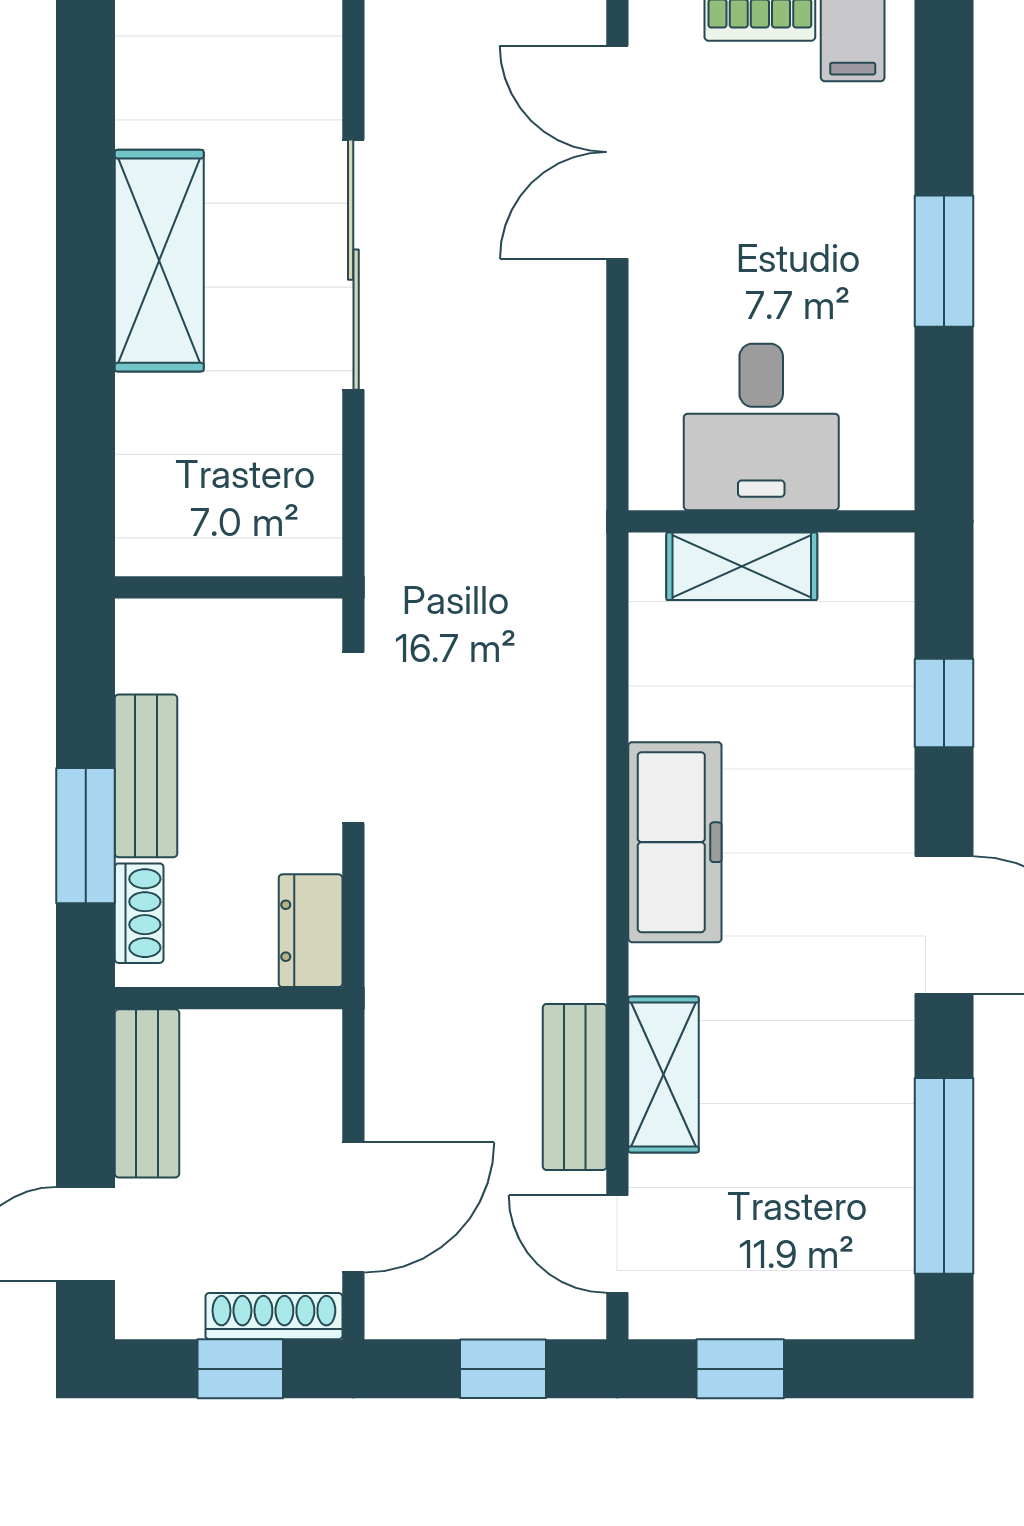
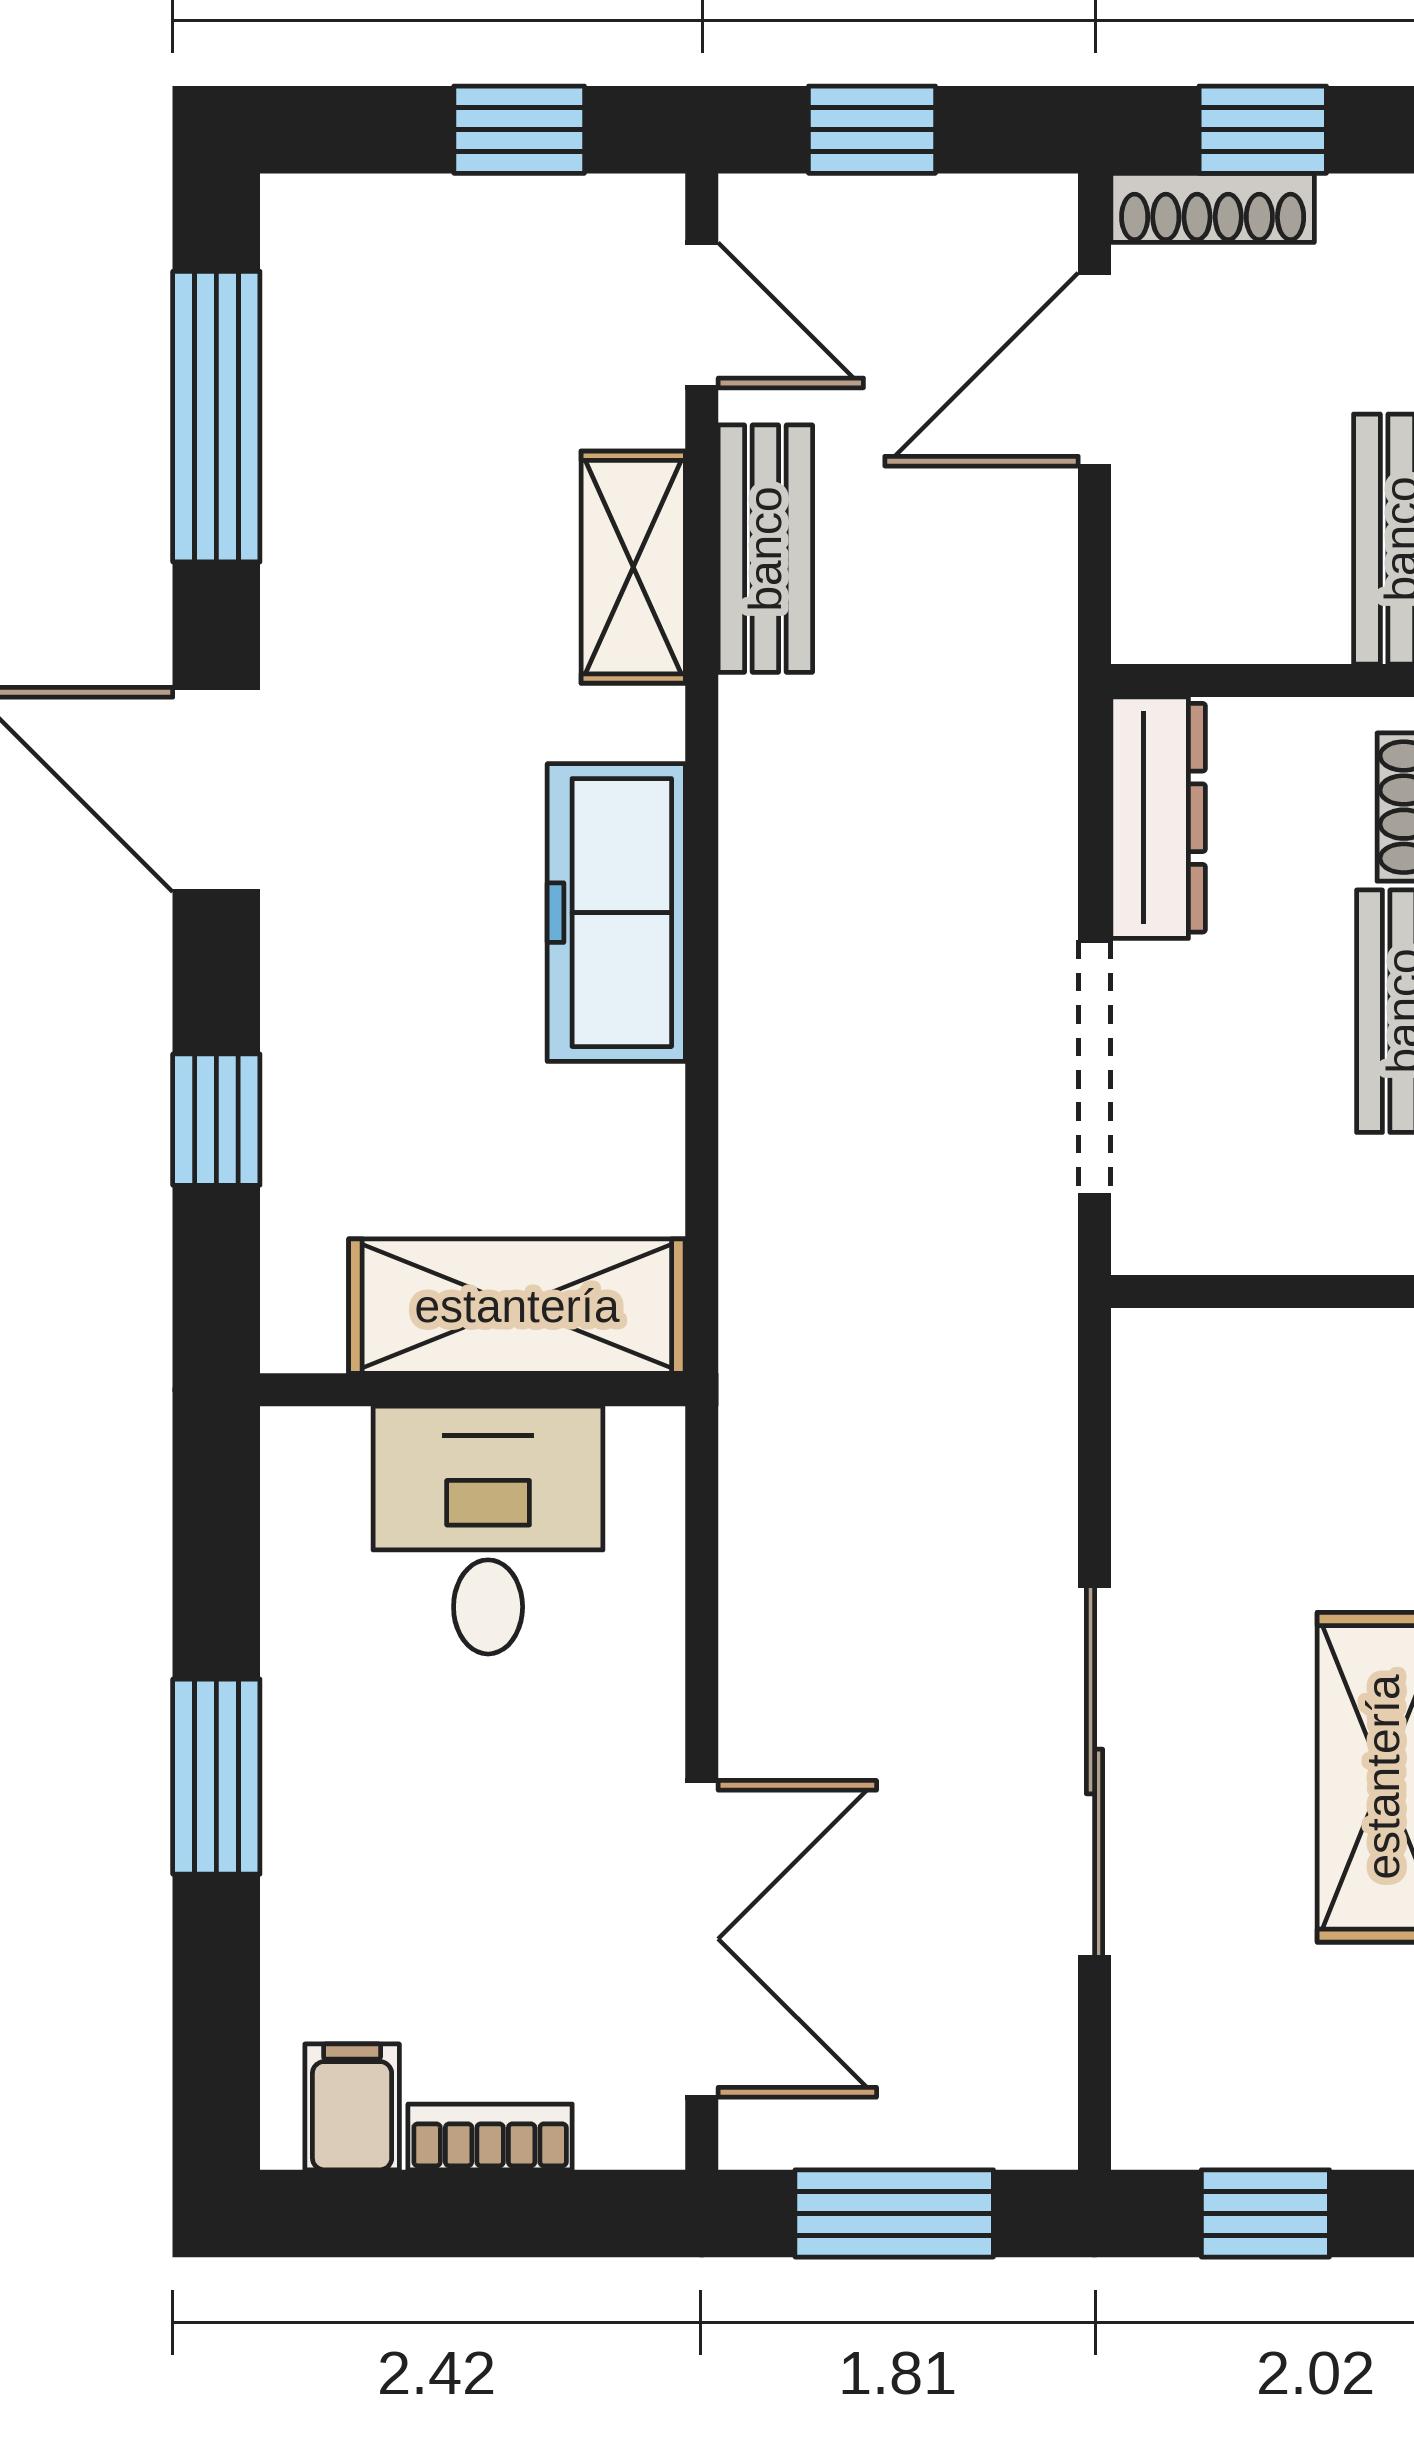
shelving: (742, 566) -> (517, 1306), width x1.50, depth x1.33
dresser: (311, 931) -> (1158, 818), width x1.44

